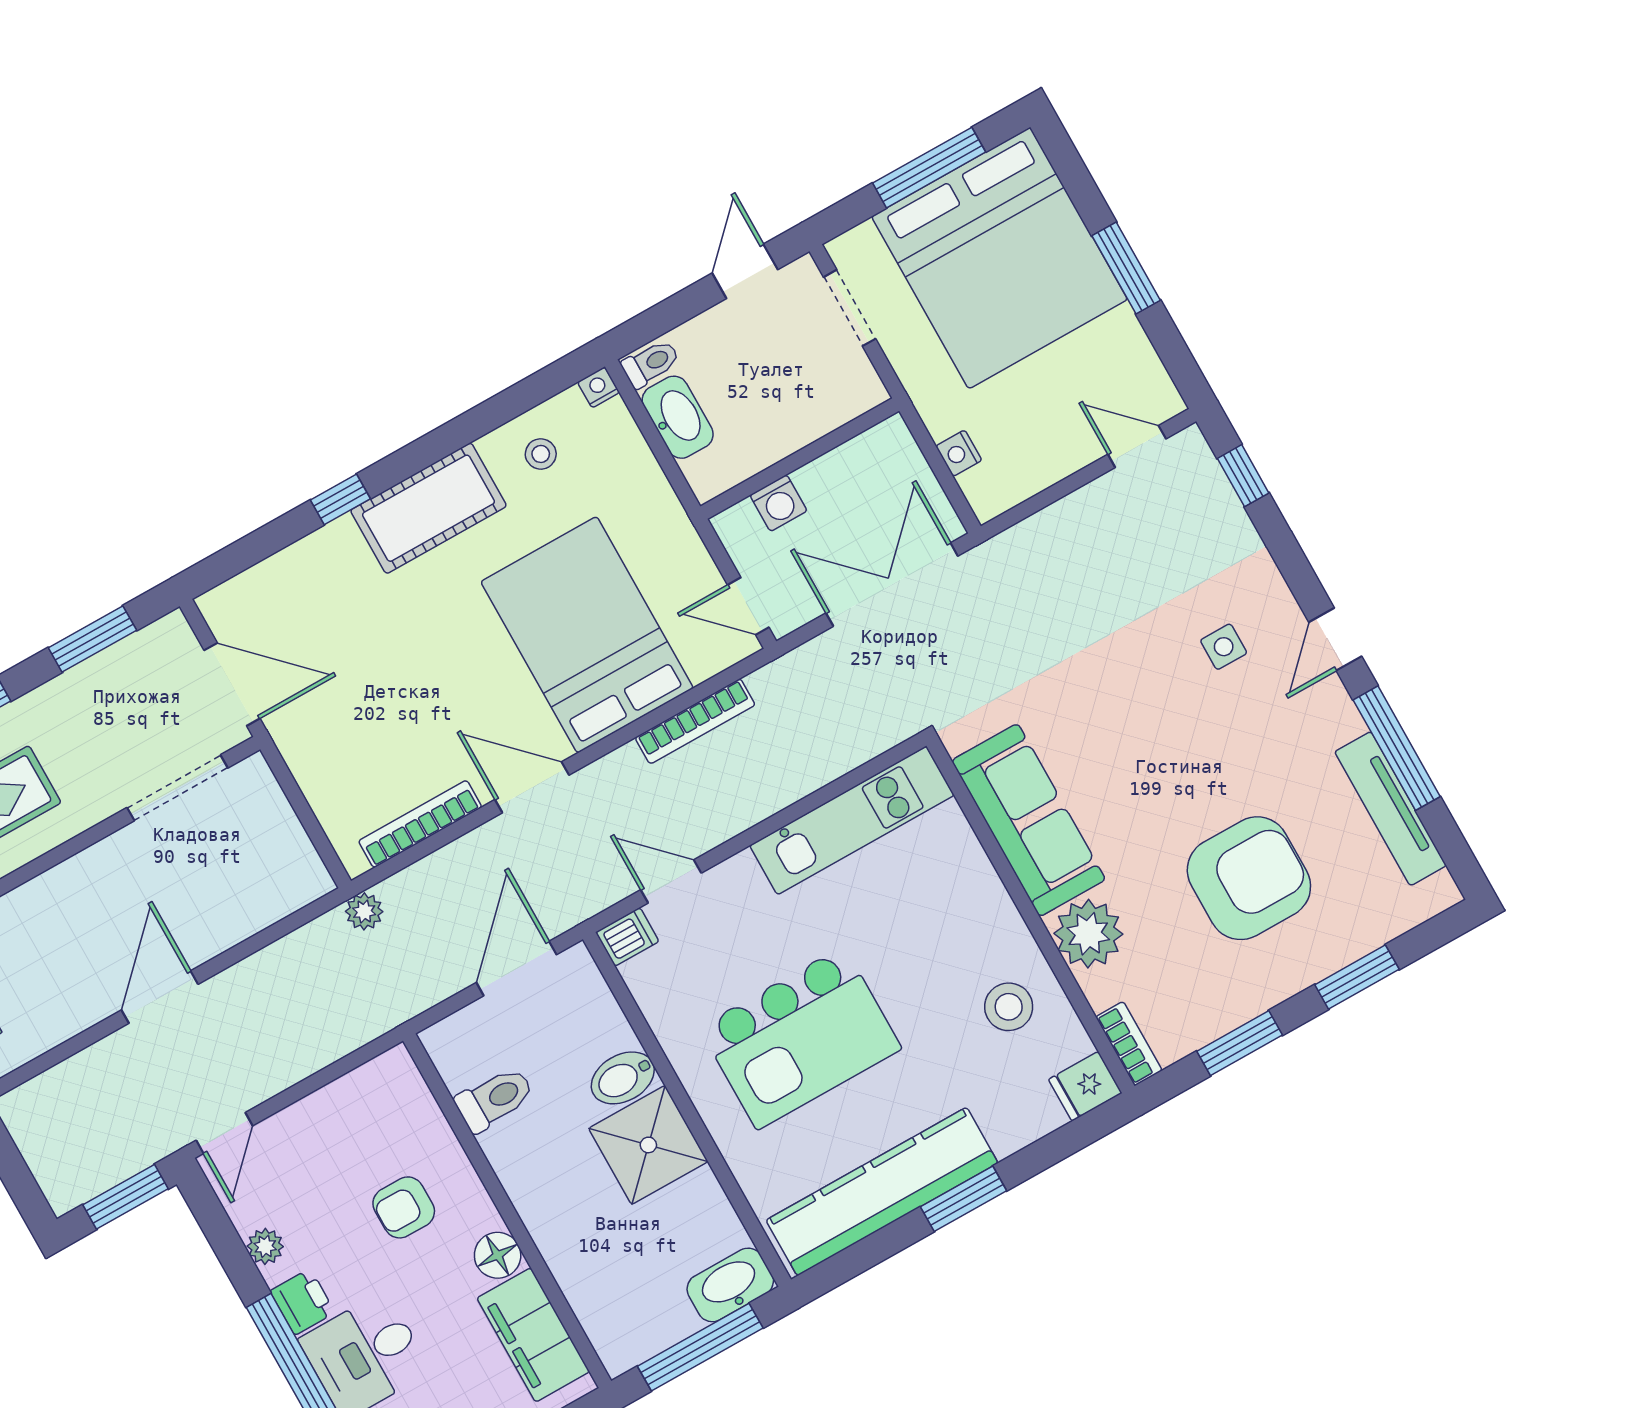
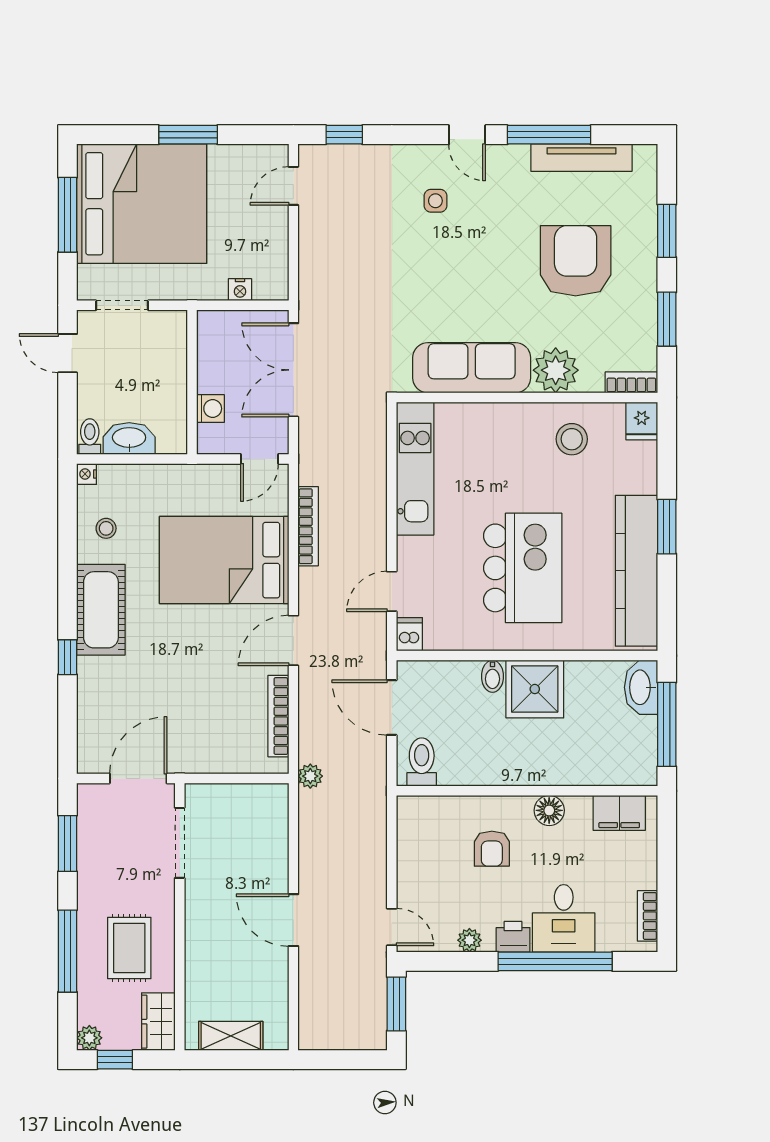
bidet: (623, 1078) -> (492, 676), width x0.72, depth x0.74
toilet: (495, 1099) -> (422, 762), moved
filing cabinet: (533, 1335) -> (619, 813), width x0.67, depth x0.86

